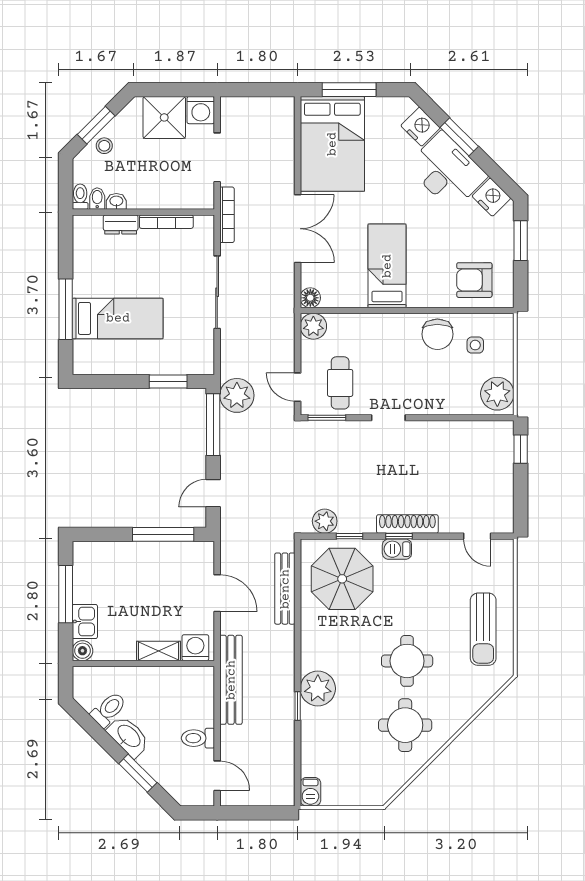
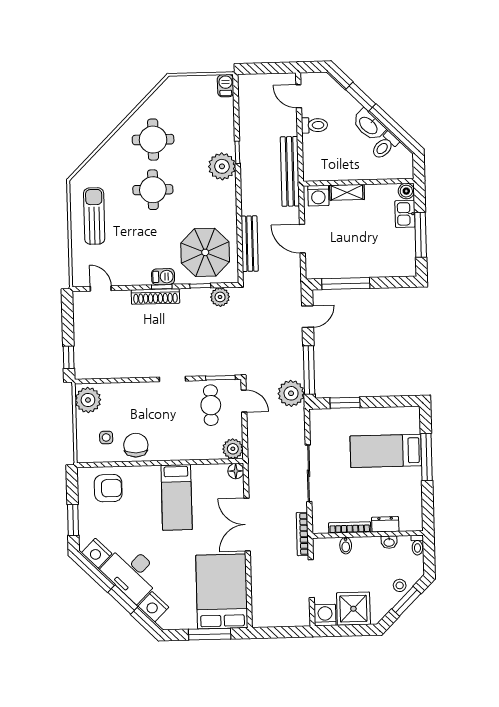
bidet: (97, 199) -> (346, 546), moved

